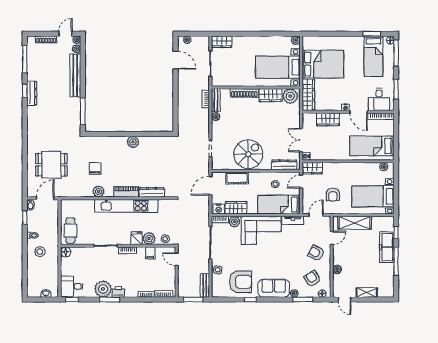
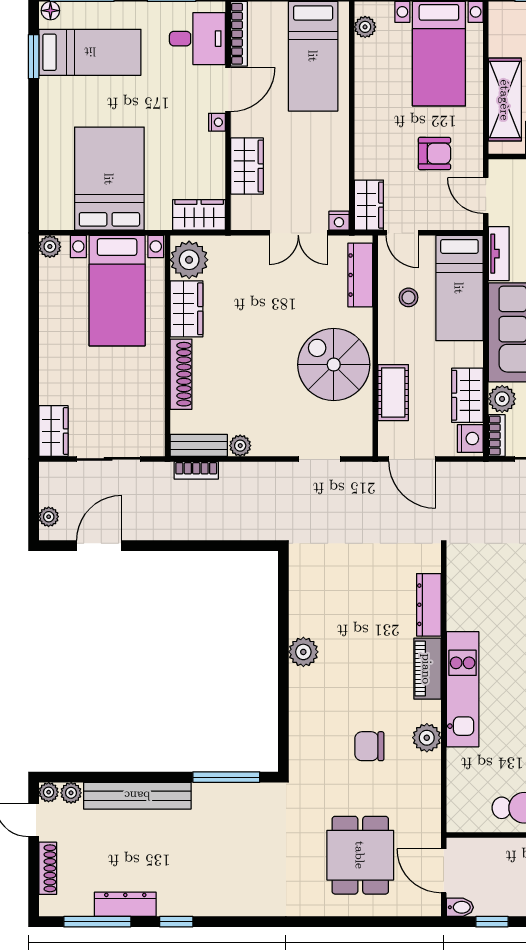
dresser: (32, 93) -> (125, 904), moved
wardrobe: (308, 95) -> (199, 215), width x0.67
kitchen unit: (126, 206) -> (463, 689), width x0.73

